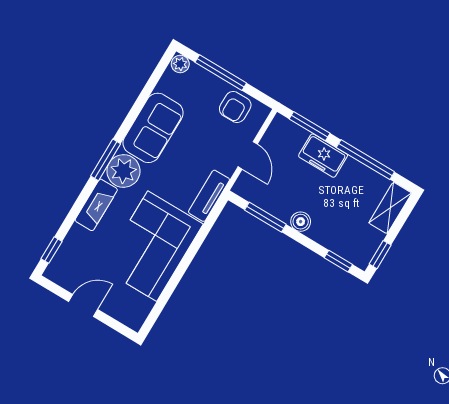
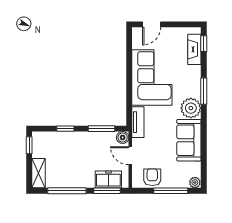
freezer: (323, 156) -> (108, 179), moved
window: (106, 160) -> (204, 91), moved
fireplace: (96, 205) -> (194, 49), moved
boiler: (301, 222) -> (123, 138), moved
window: (338, 261) -> (65, 129), moved
door: (83, 306) -> (152, 24), moved

